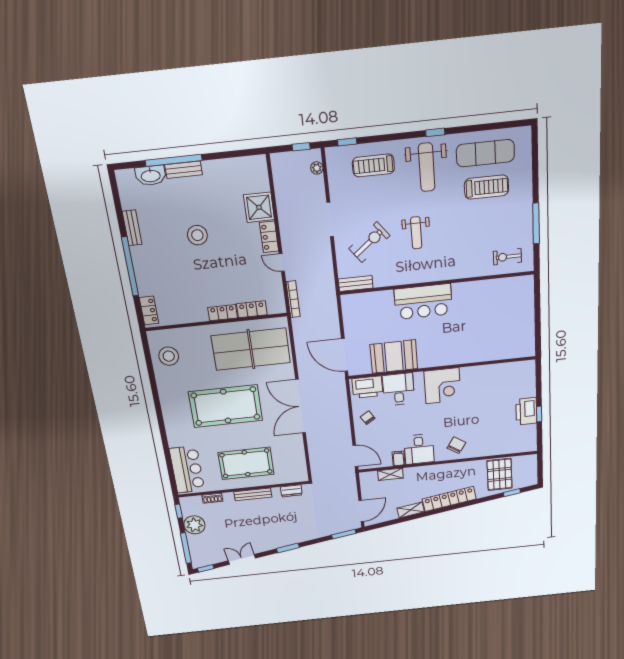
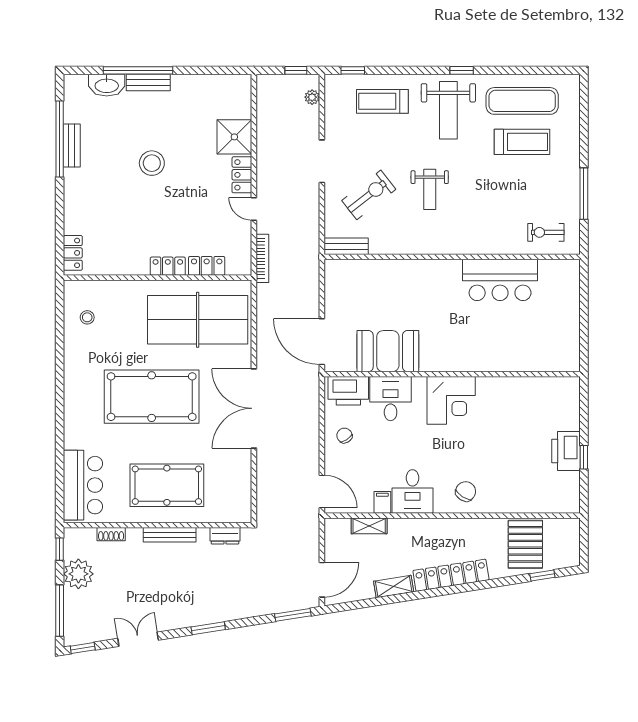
window: (130, 267) -> (60, 139), moved
bar counter: (423, 302) -> (500, 280), moved
stool: (169, 356) -> (87, 317), width x0.53, depth x0.53

